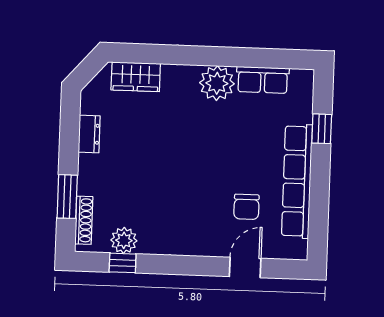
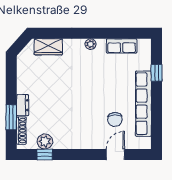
plant: (217, 83) -> (90, 44), width x0.53, depth x0.53
dresser: (89, 134) -> (23, 105), moved

